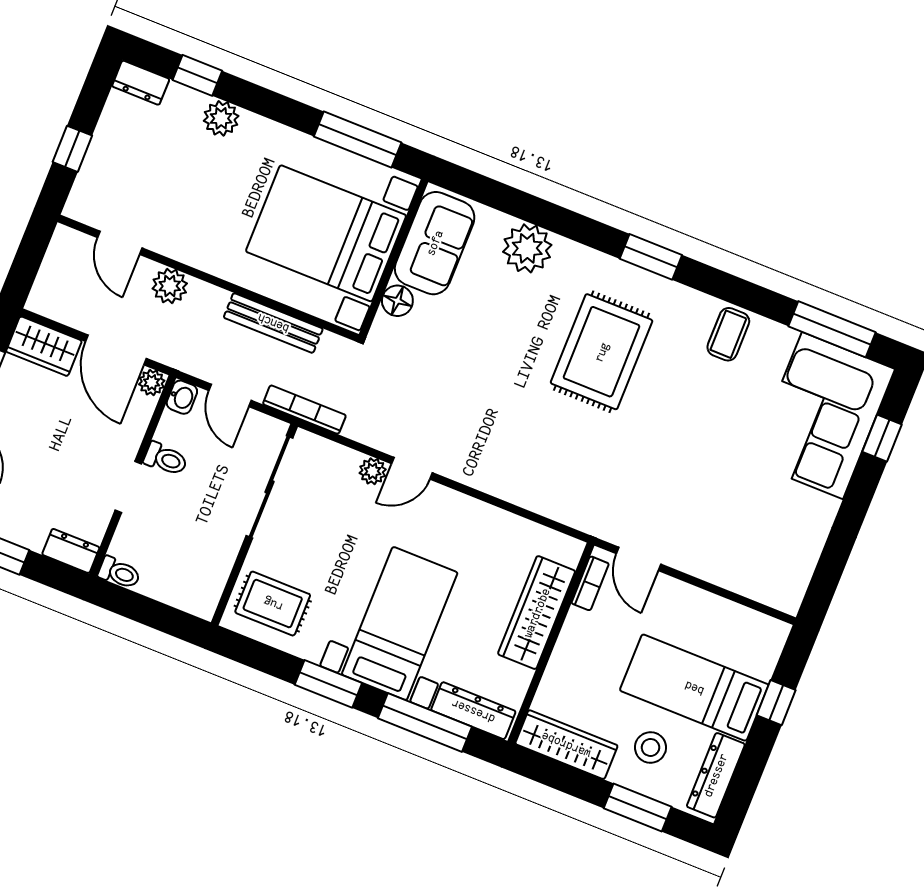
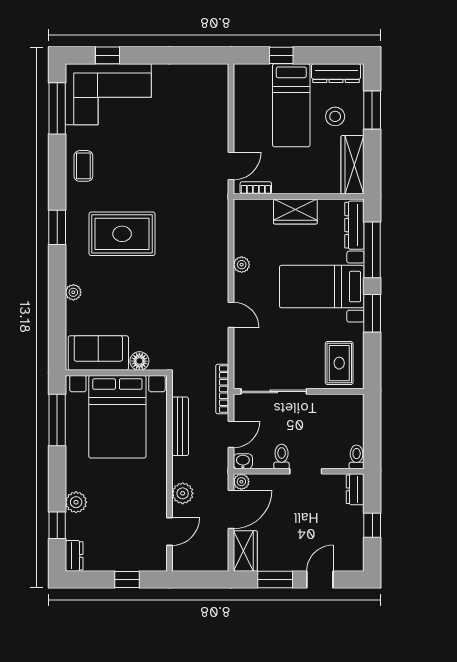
plant: (527, 248) -> (73, 292), width x0.53, depth x0.53
coffee table: (728, 334) -> (83, 166), turned 90
plant: (373, 471) -> (242, 265), moved
wardrobe: (537, 613) -> (295, 212), width x0.67

